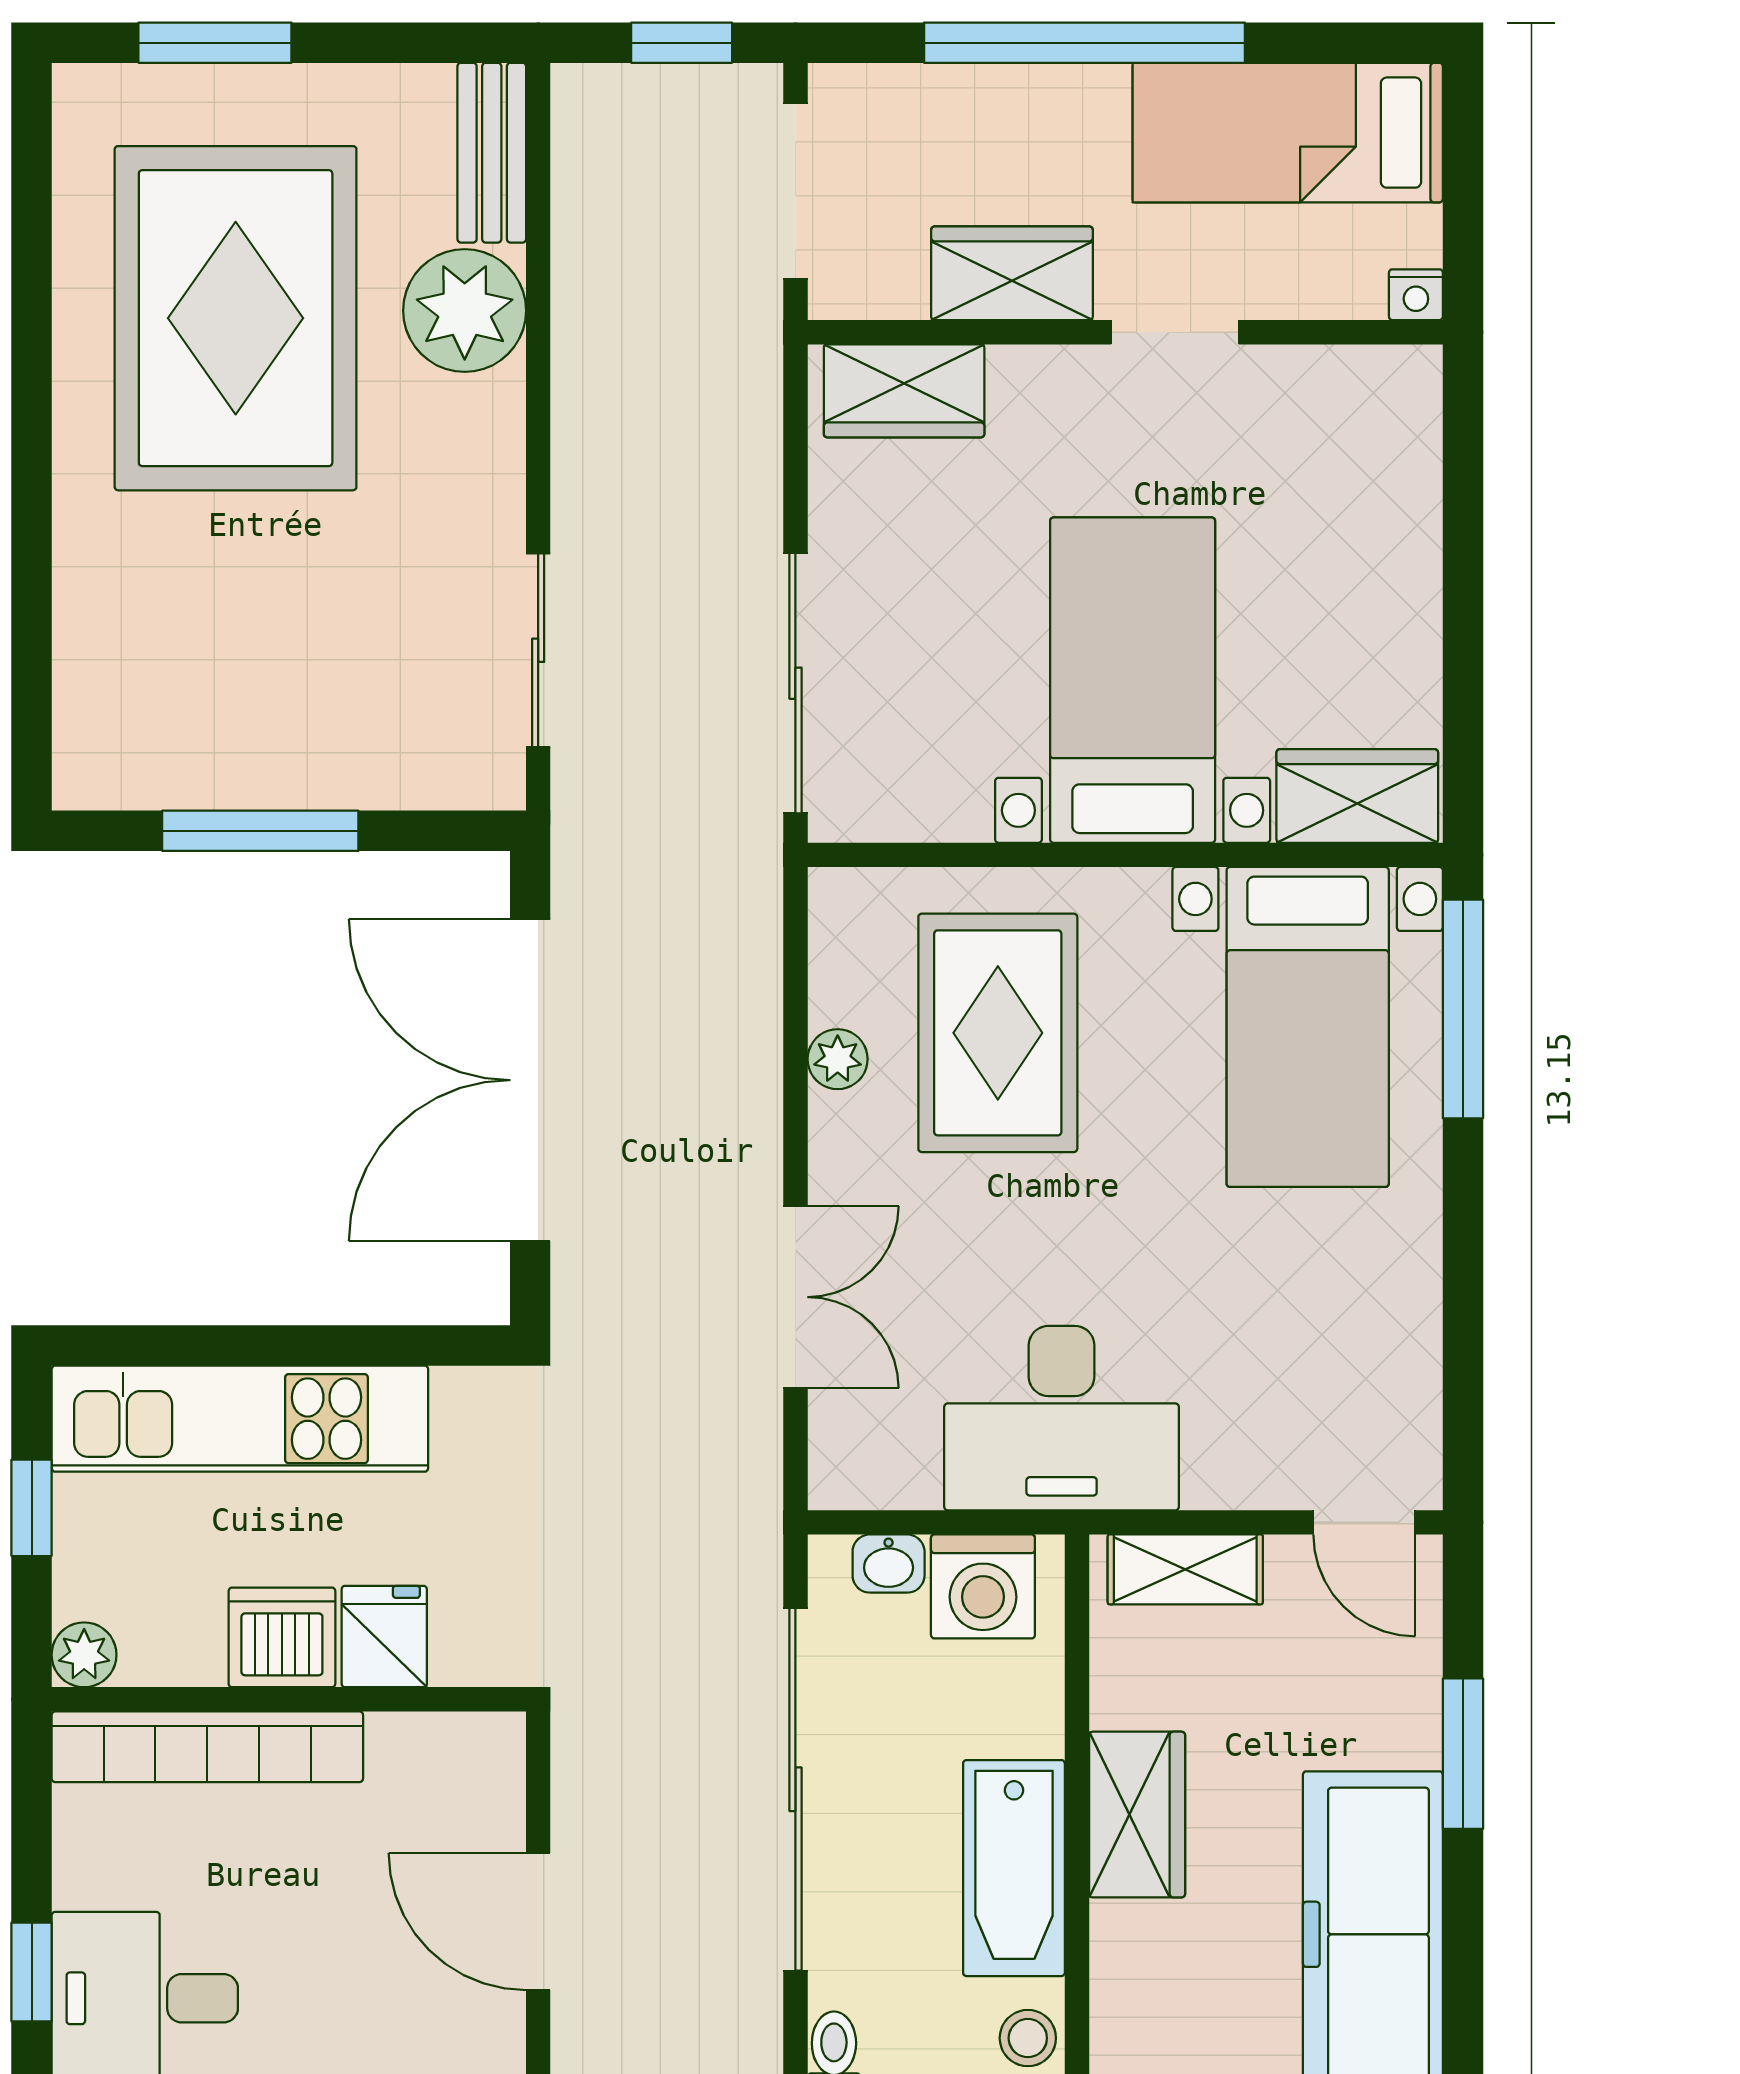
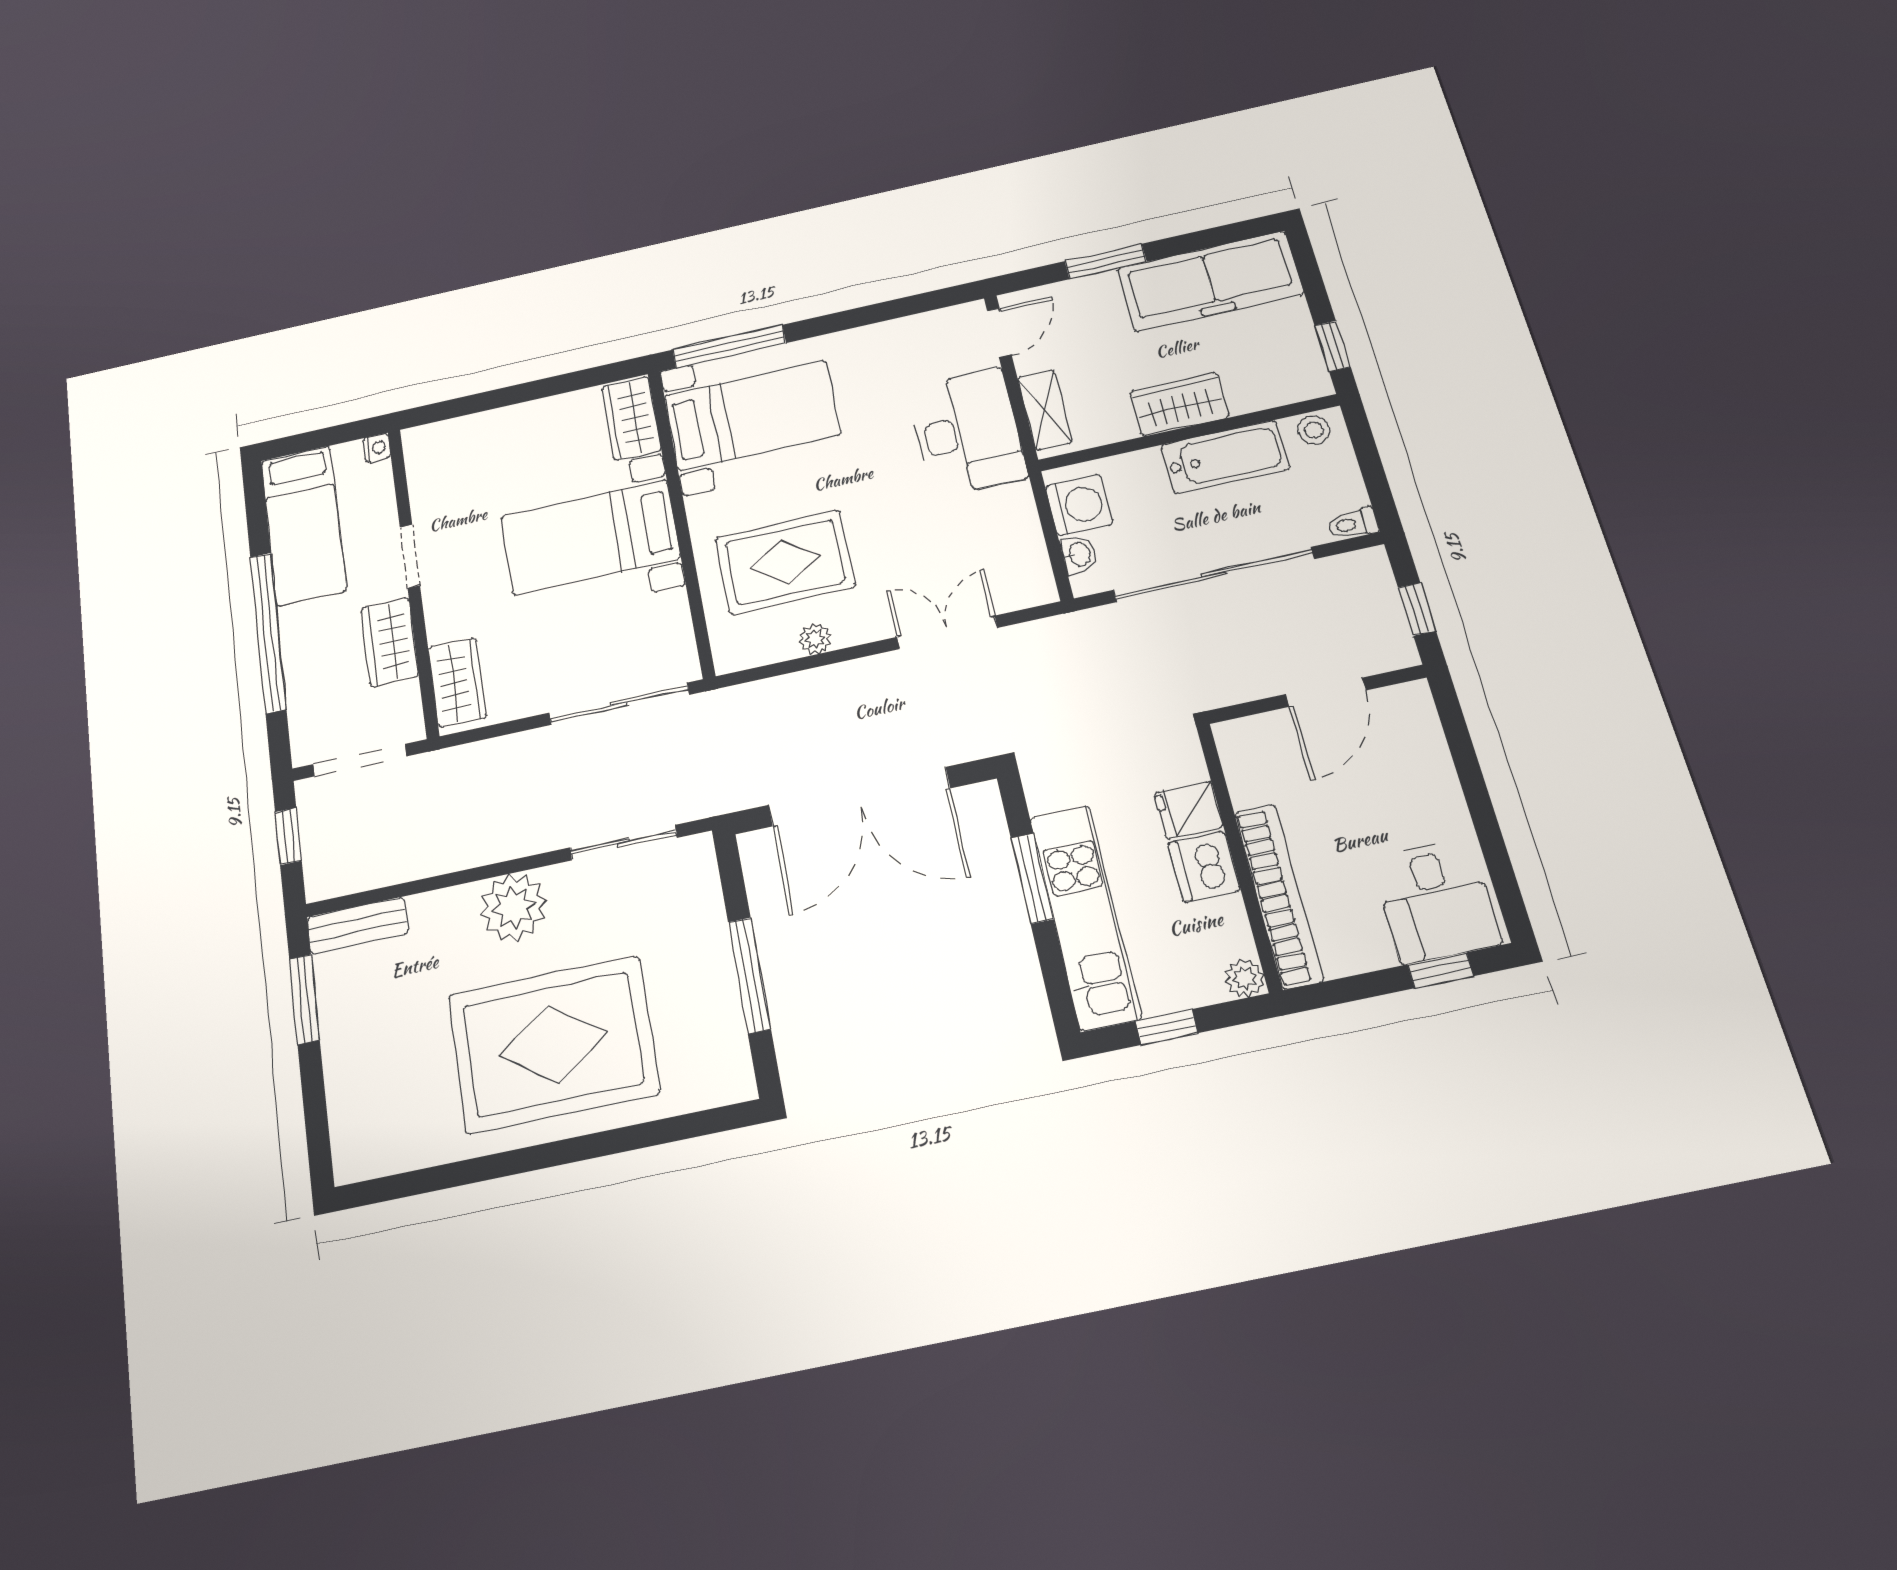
window: (215, 43) -> (304, 999), moved
plant: (465, 311) -> (513, 907), moved
rug: (236, 318) -> (553, 1044), moved
window: (324, 1345) -> (1032, 878), added
desk: (1062, 1418) -> (967, 432), moved

